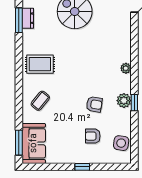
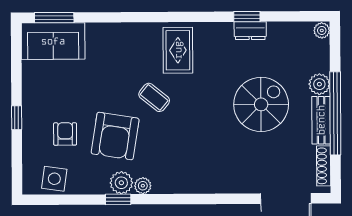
window: (19, 20) -> (247, 17), width x0.67
plant: (126, 68) -> (143, 186), moved
coffee table: (40, 101) -> (154, 97), moved
armchair: (94, 104) -> (115, 136), width x1.88, depth x1.88

